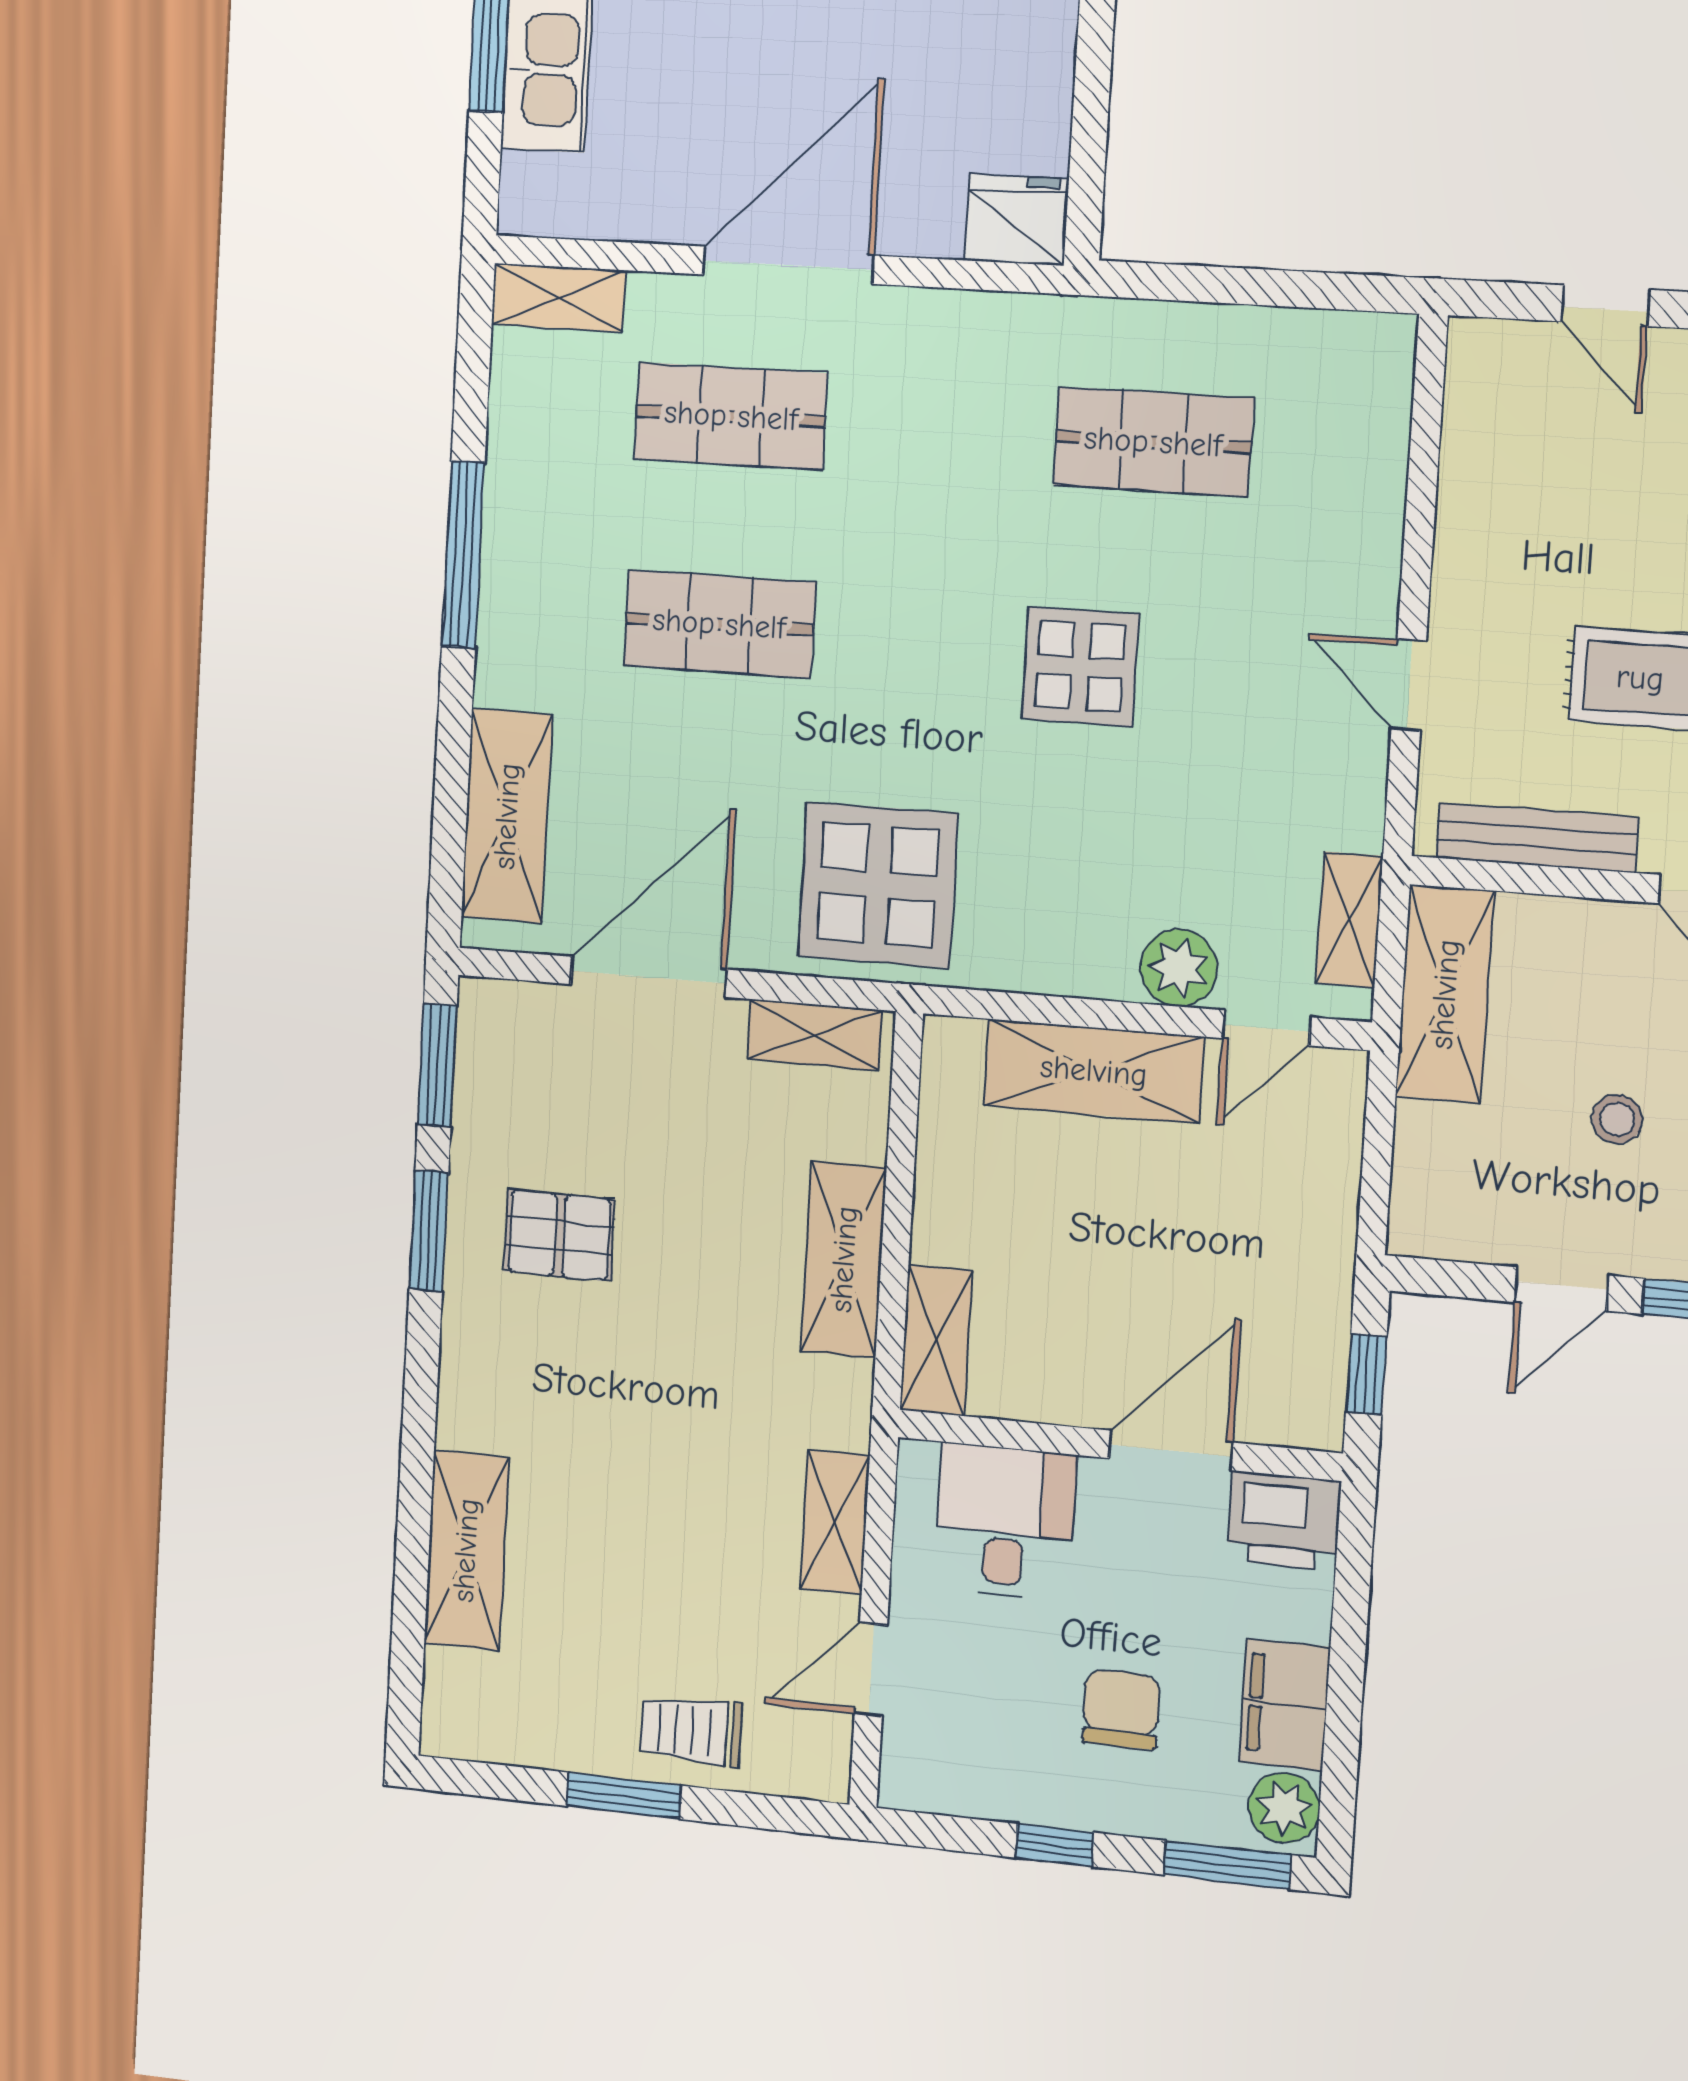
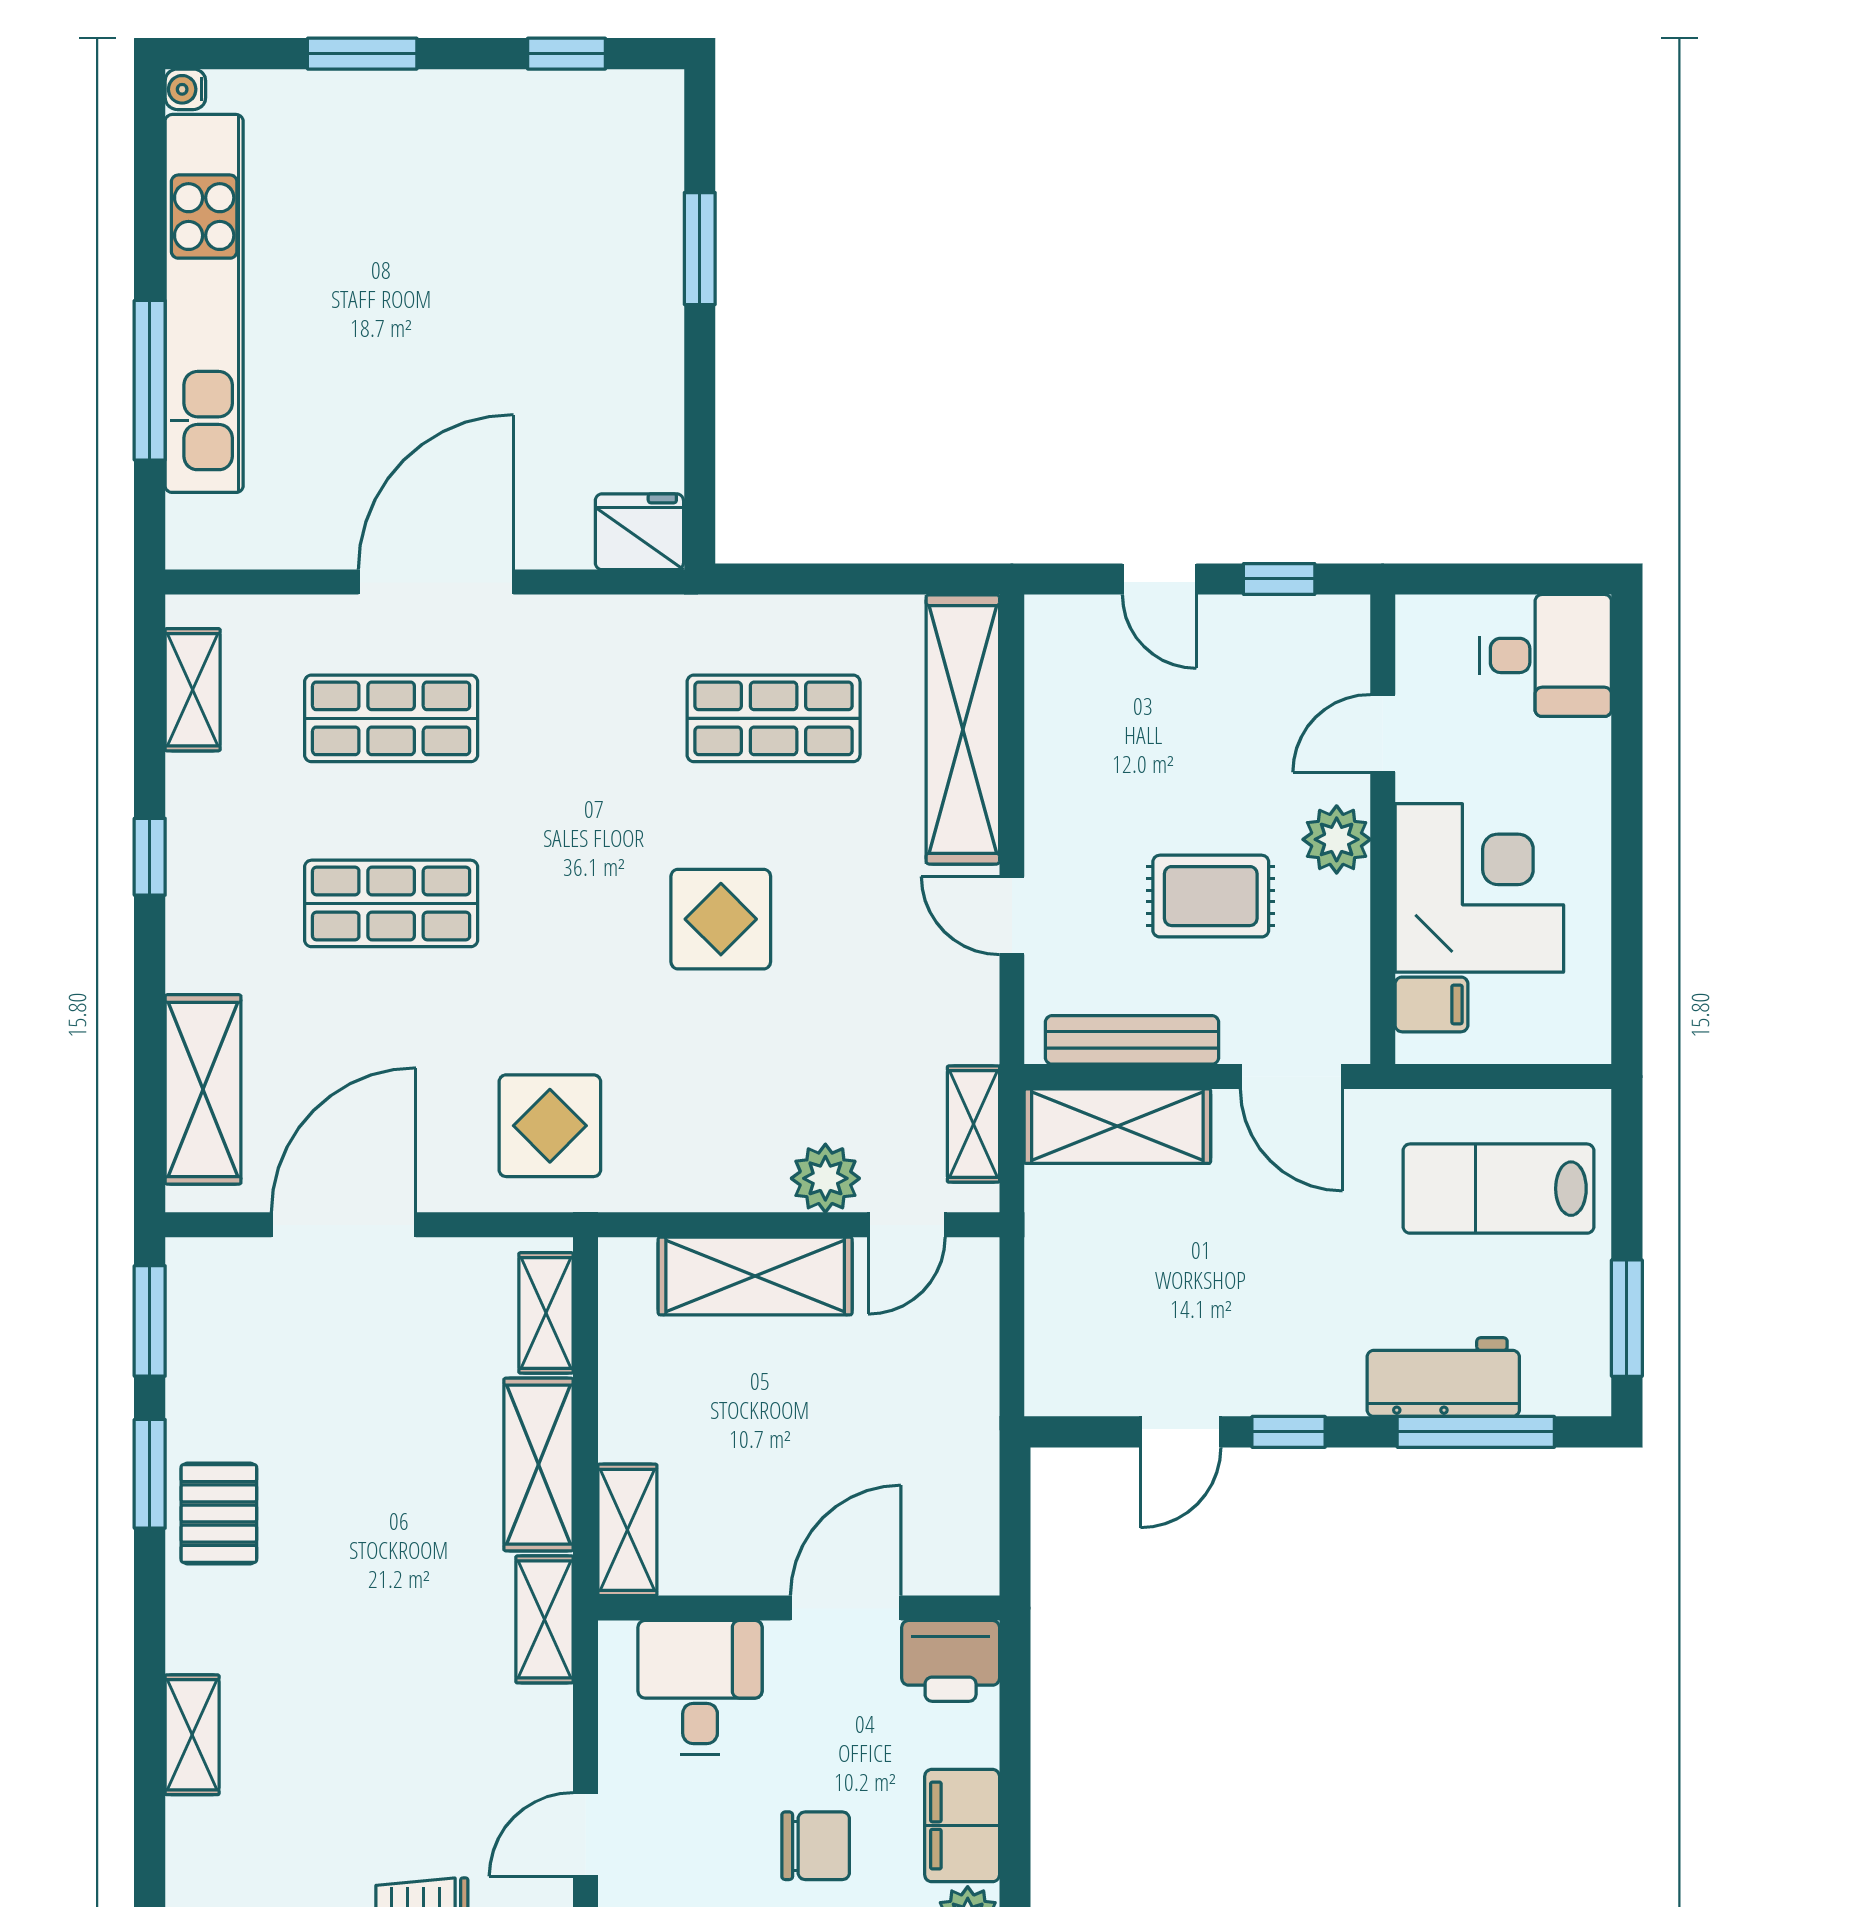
shelving: (558, 297) -> (193, 690), moved, turned 90
shelving: (1367, 467) -> (963, 729), added
window: (463, 554) -> (150, 857), width x0.46
display table: (878, 885) -> (550, 1126), width x0.73, depth x0.73
shelving: (1445, 994) -> (1117, 1126), moved, turned 90
shelving: (814, 1035) -> (546, 1313), moved, turned 90
stool: (1617, 1119) -> (1218, 1279), removed
pallet: (559, 1235) -> (219, 1514), moved, turned 90
window: (1366, 1374) -> (1015, 1523), removed
shelving: (835, 1522) -> (544, 1619), moved
shelving: (466, 1550) -> (192, 1735), width x0.67, depth x0.75
chair: (1121, 1709) -> (816, 1846), turned 90

